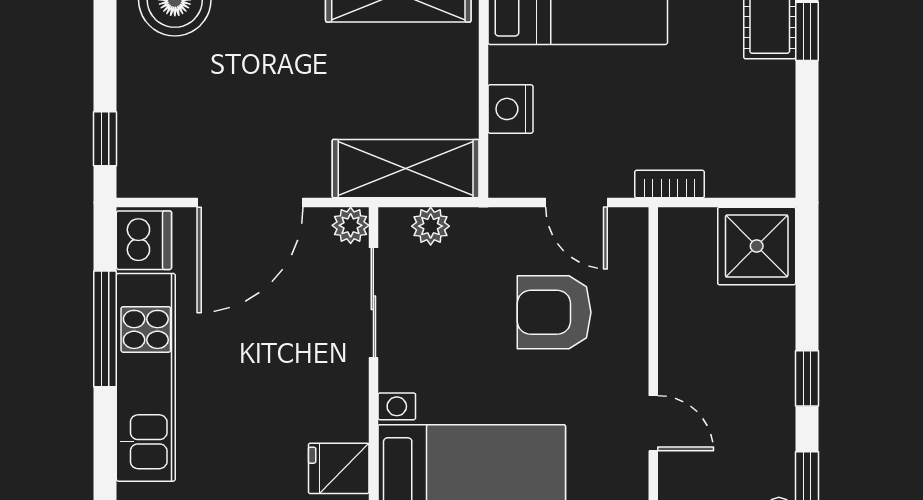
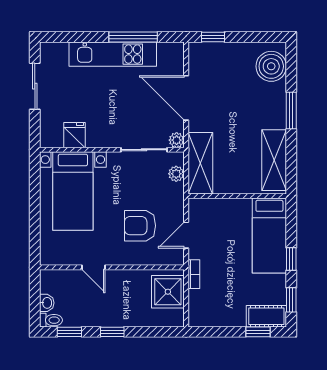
nightstand: (511, 109) -> (225, 207), removed
dishwasher: (144, 240) -> (170, 53), removed
shower: (757, 246) -> (168, 292), moved
armchair: (554, 312) -> (140, 226), turned -90
door: (653, 423) -> (93, 267), hinge flipped

